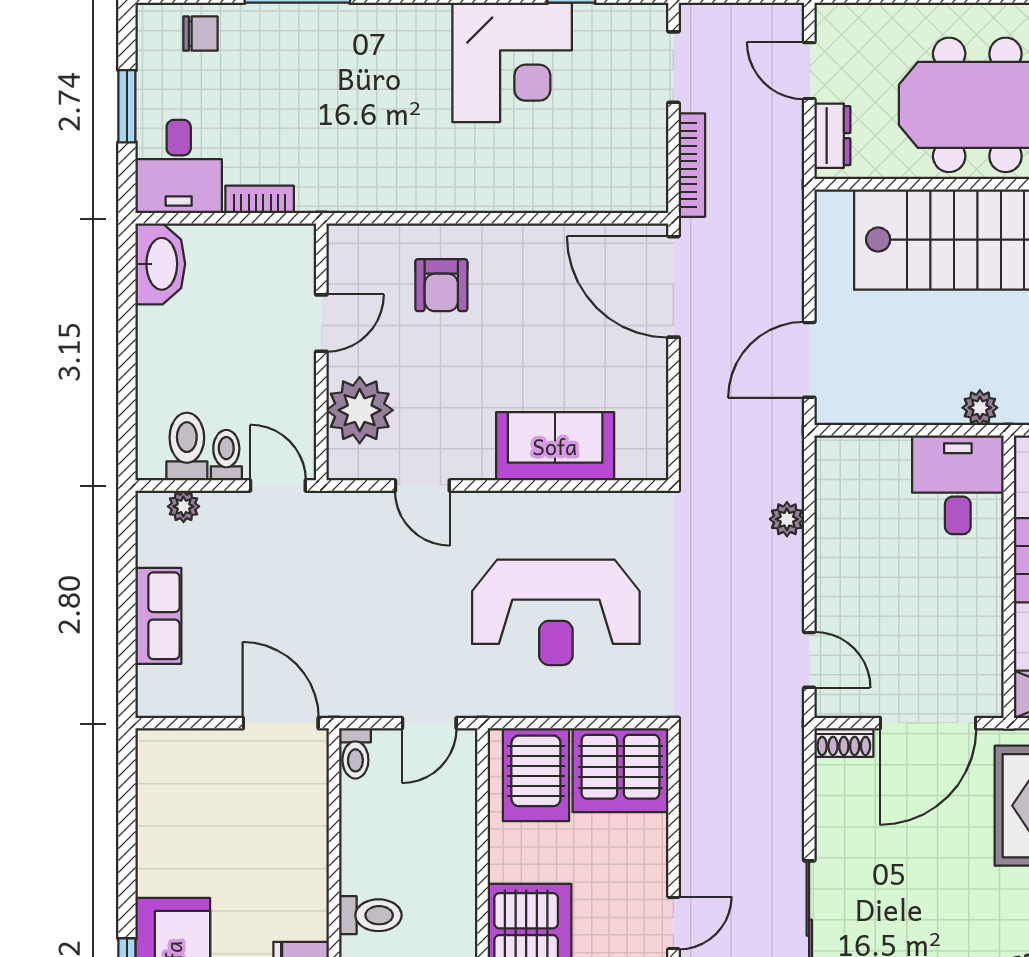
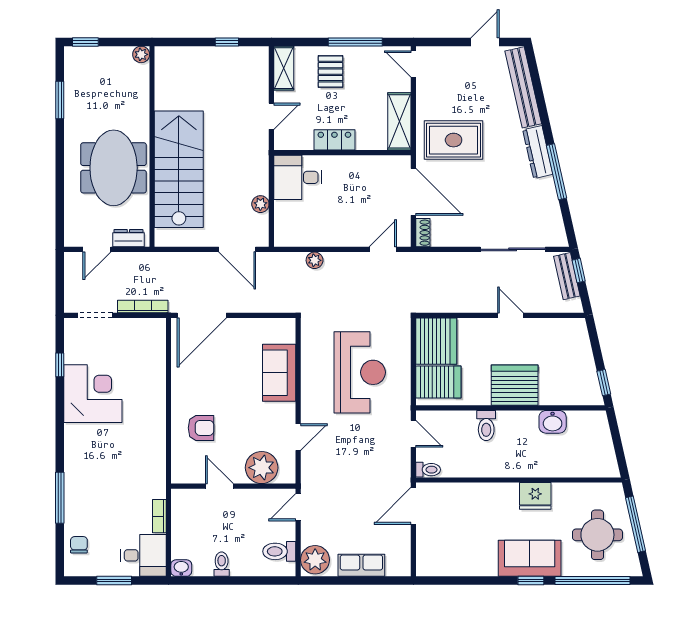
washbasin: (160, 264) -> (181, 568), width x0.52, depth x0.69
plant: (980, 408) -> (260, 204), moved
toilet: (226, 455) -> (222, 564), moved, turned 90
plant: (183, 506) -> (315, 560), width x1.88, depth x1.88
toilet: (370, 915) -> (486, 426), moved, turned 180

